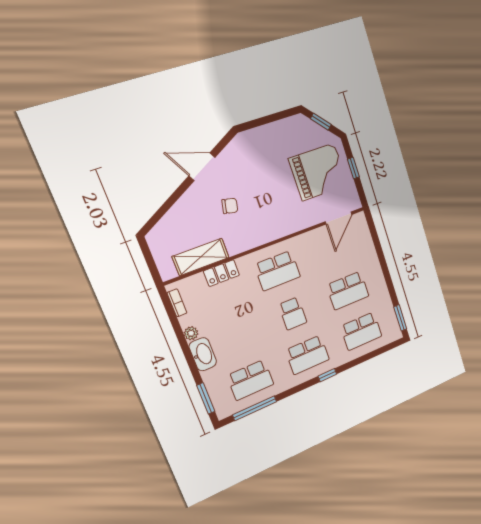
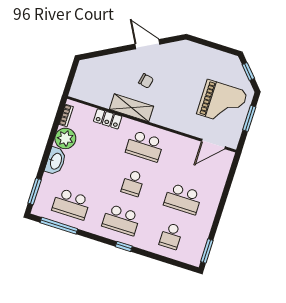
window: (353, 168) -> (249, 118), width x1.50
shelving: (201, 257) -> (132, 108), moved
school desk: (361, 331) -> (171, 236), width x0.54
plant: (191, 333) -> (65, 138), width x1.87, depth x1.87

